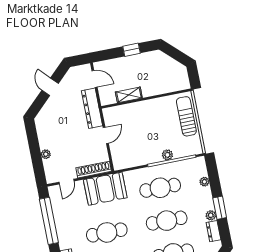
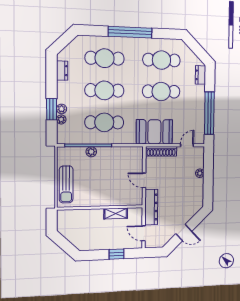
window: (132, 50) -> (117, 254), moved
door: (50, 87) -> (184, 232), hinge flipped
door: (106, 135) -> (144, 180), hinge flipped
window: (220, 208) -> (52, 109), moved
plant: (211, 215) -> (62, 109), moved

